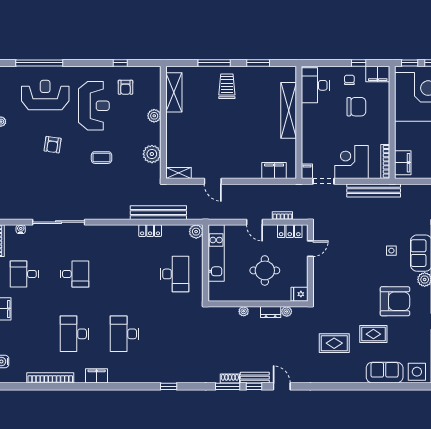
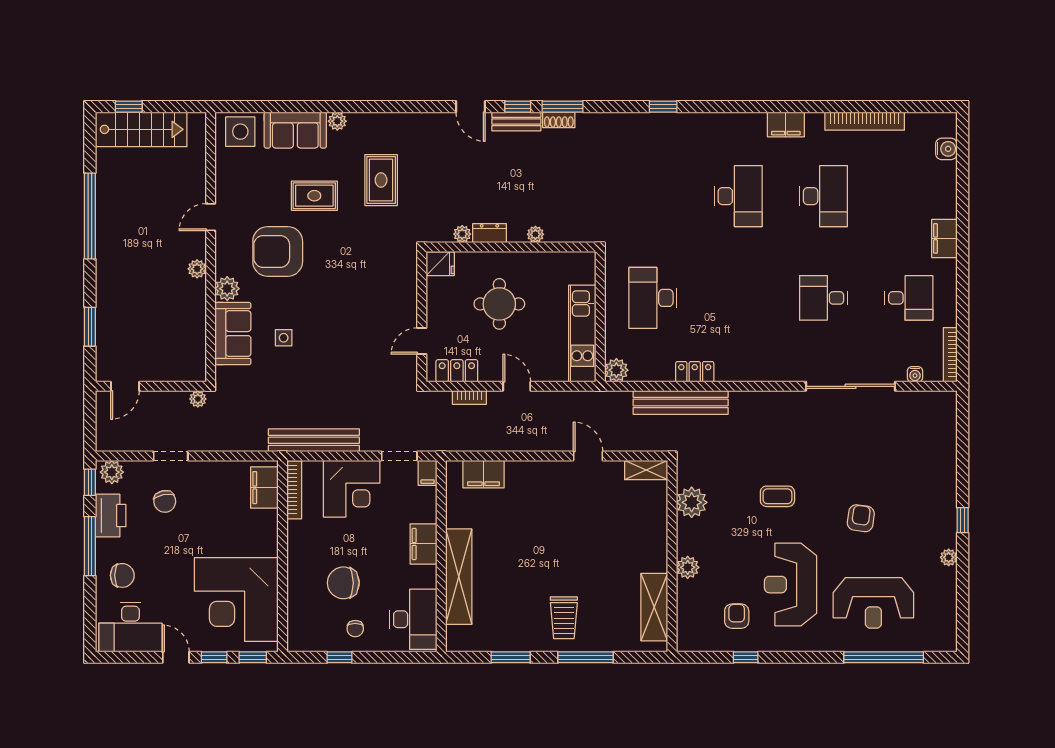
filing cabinet: (378, 74) -> (424, 544), moved, turned -90
rug: (334, 343) -> (381, 180), turned 90
plant: (360, 378) -> (337, 121), added

